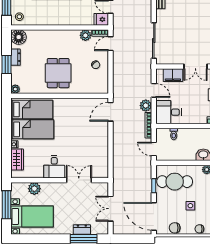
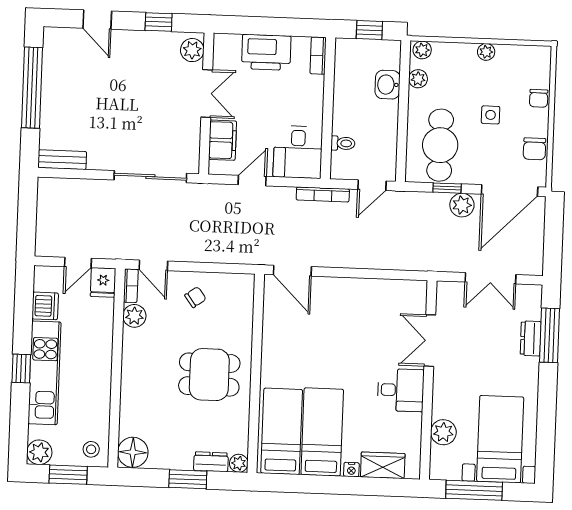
dresser: (16, 57) -> (211, 462), moved
plant: (146, 106) -> (462, 205), moved

